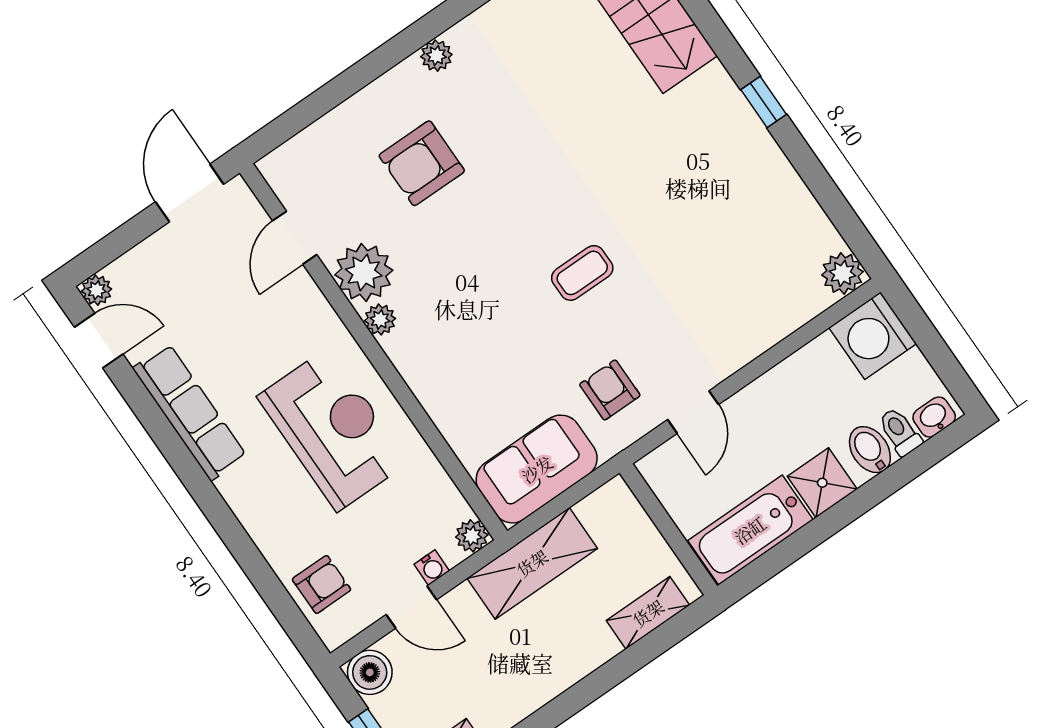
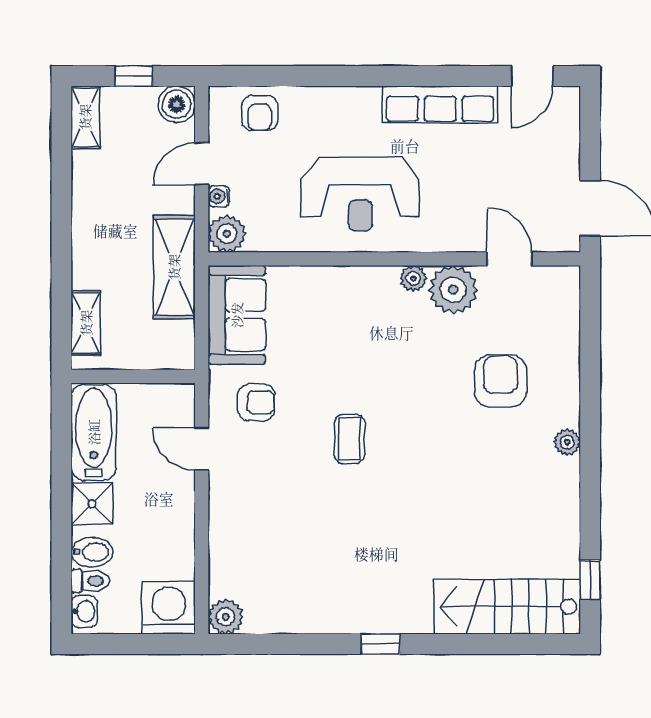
plant: (97, 290) -> (568, 98), removed
plant: (472, 536) -> (227, 234), width x1.38, depth x1.38

